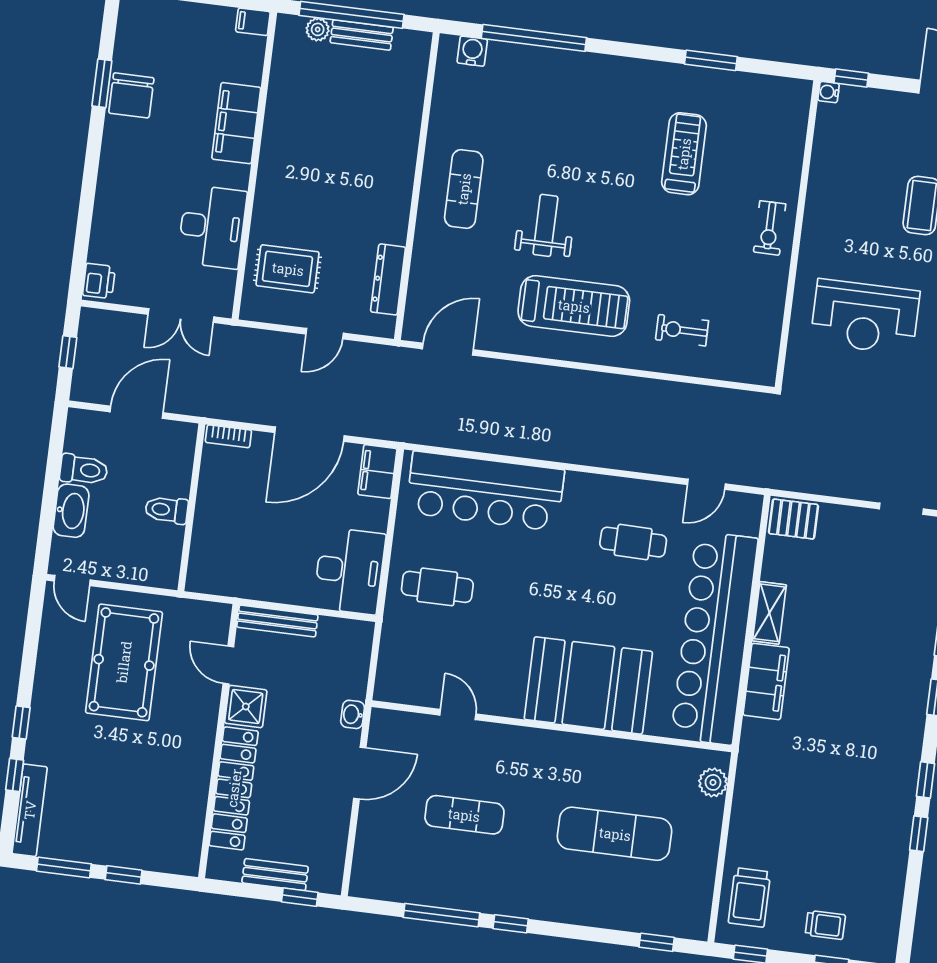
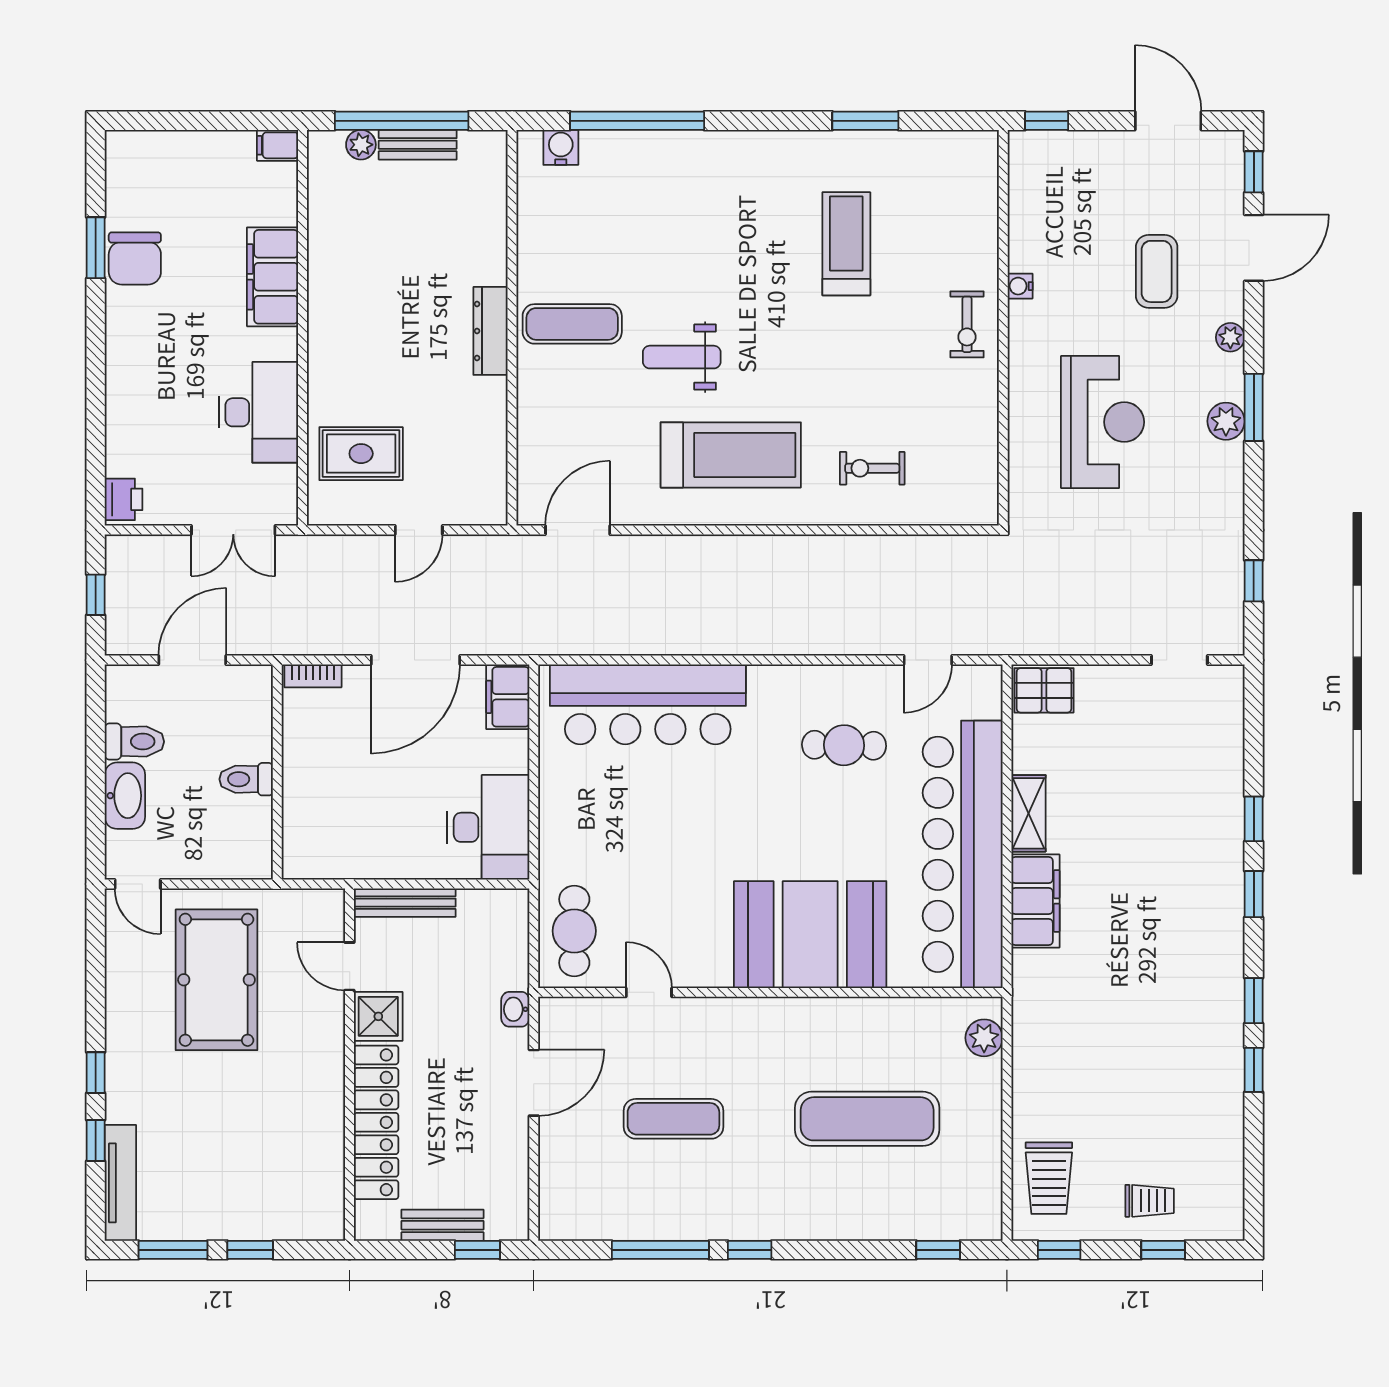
water cooler: (829, 92) -> (1020, 286), moved
exercise mat: (464, 189) -> (572, 324), turned 90
weight bench: (545, 225) -> (682, 357), turned -90
dresser: (388, 279) -> (490, 331), moved
reception desk: (865, 317) -> (1103, 422), turned -90
cafe table: (437, 587) -> (574, 931), moved, turned 90

